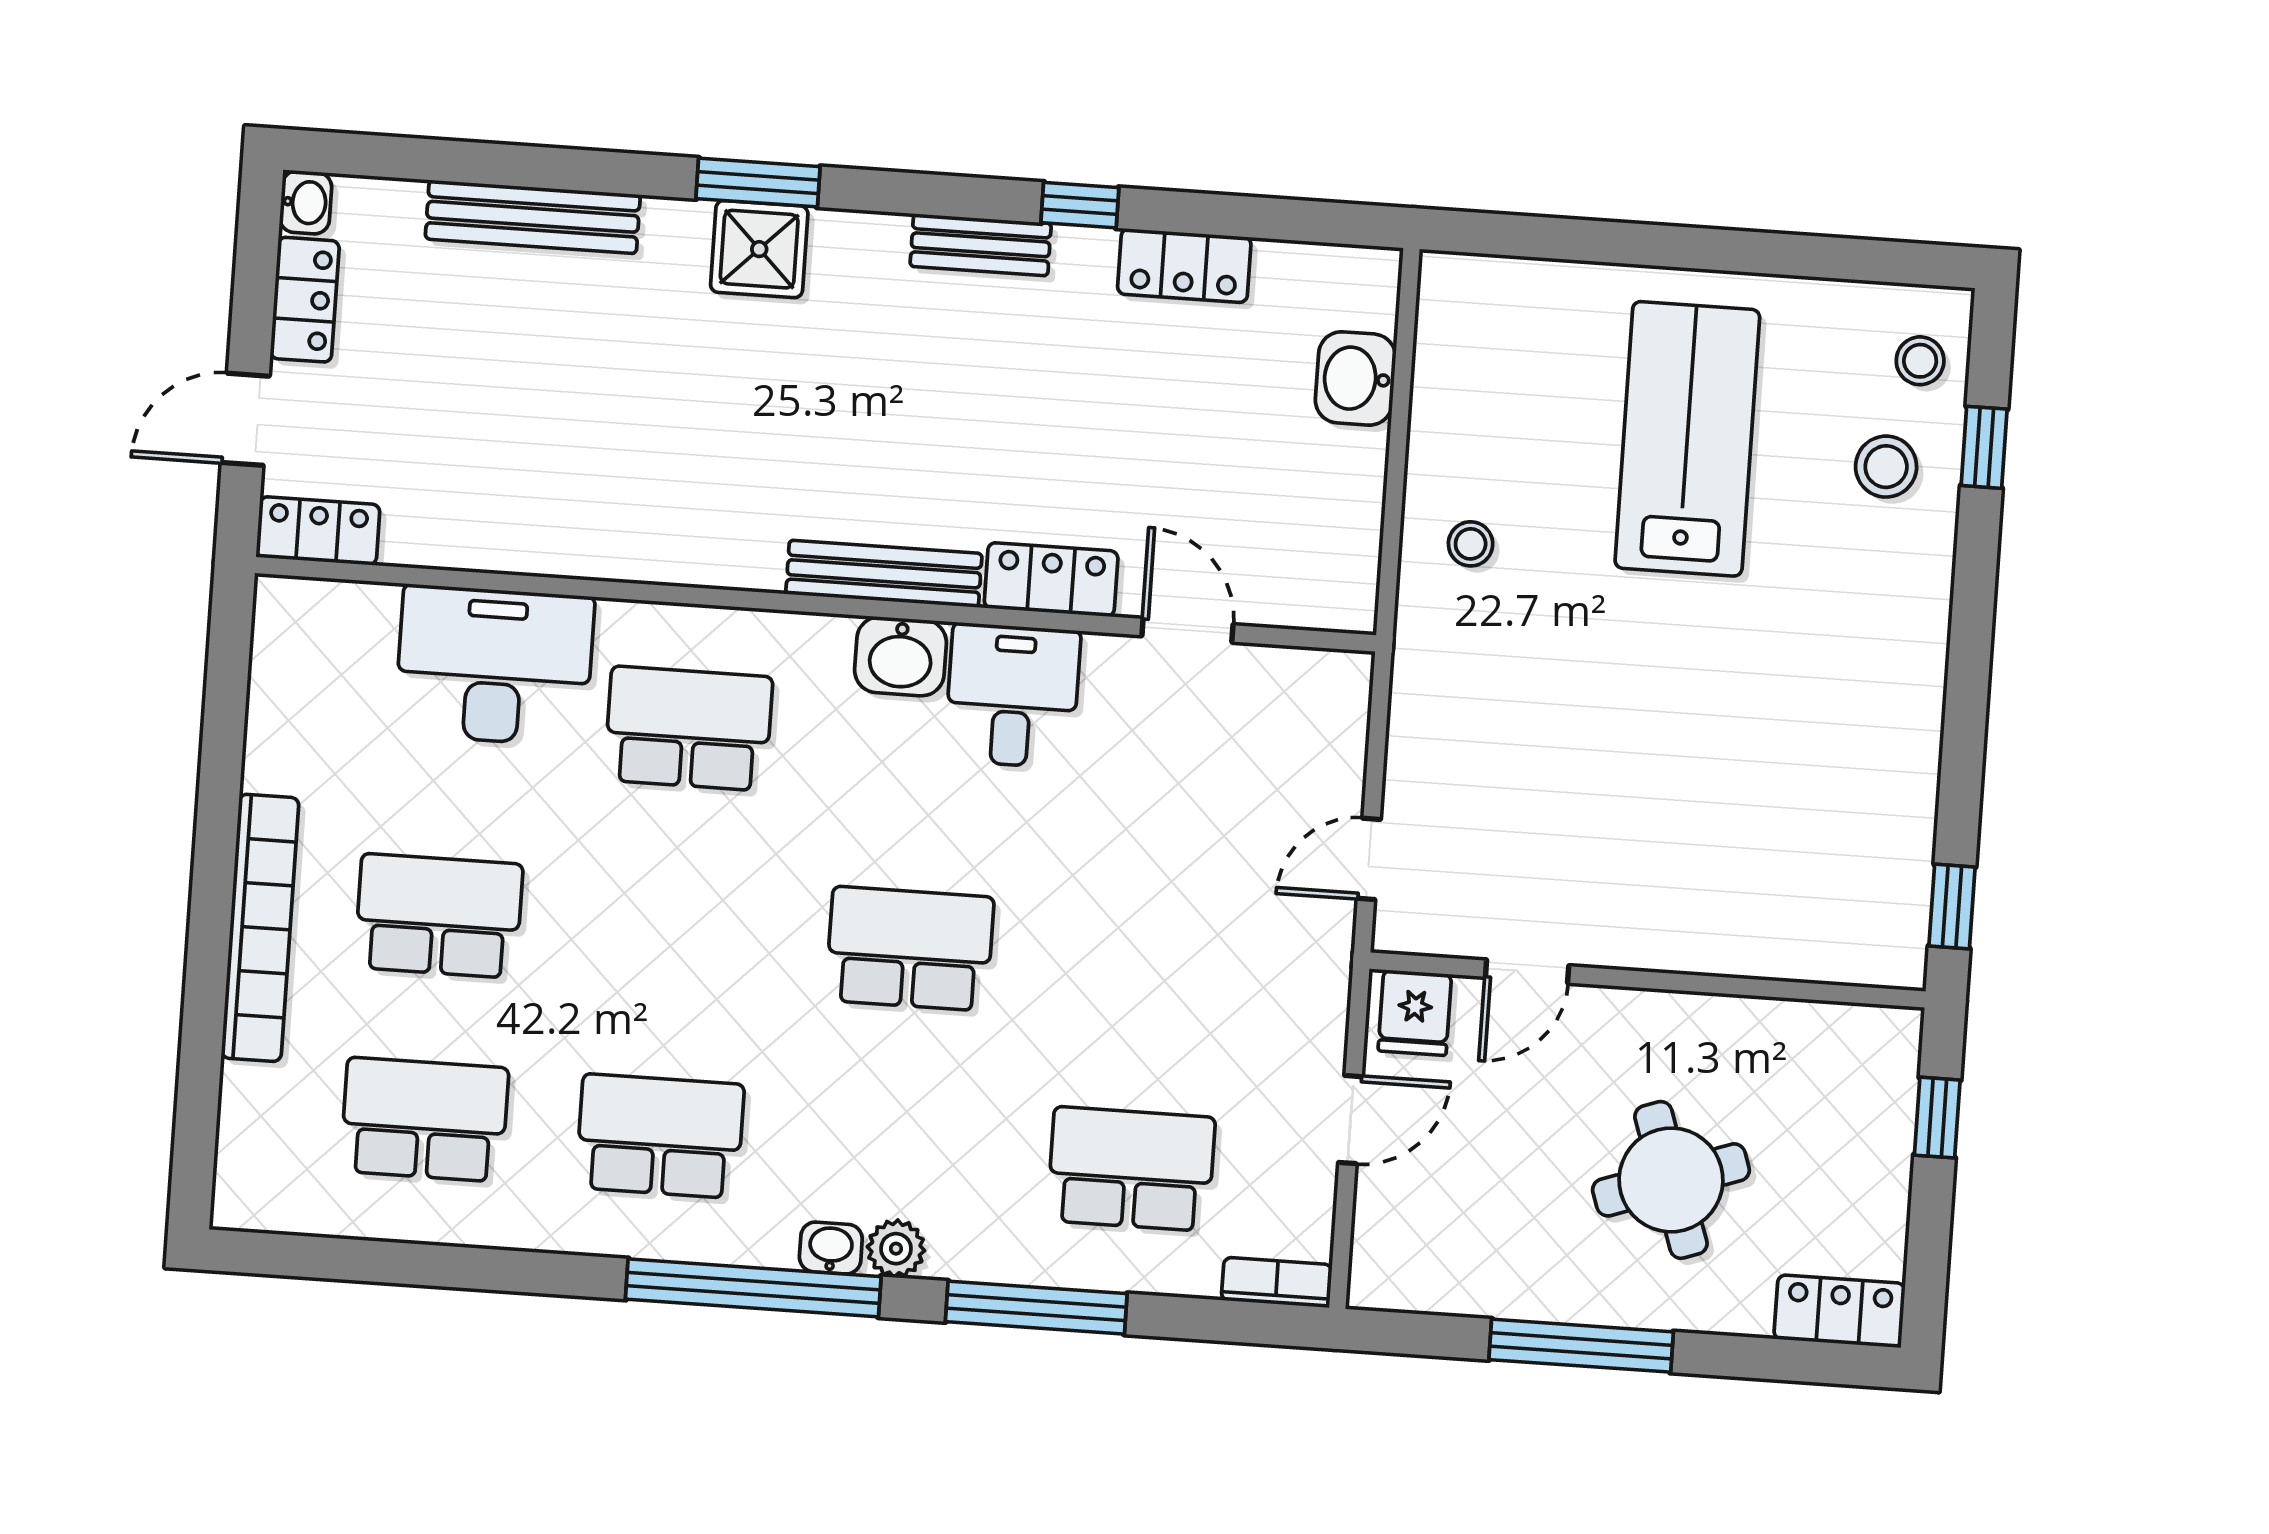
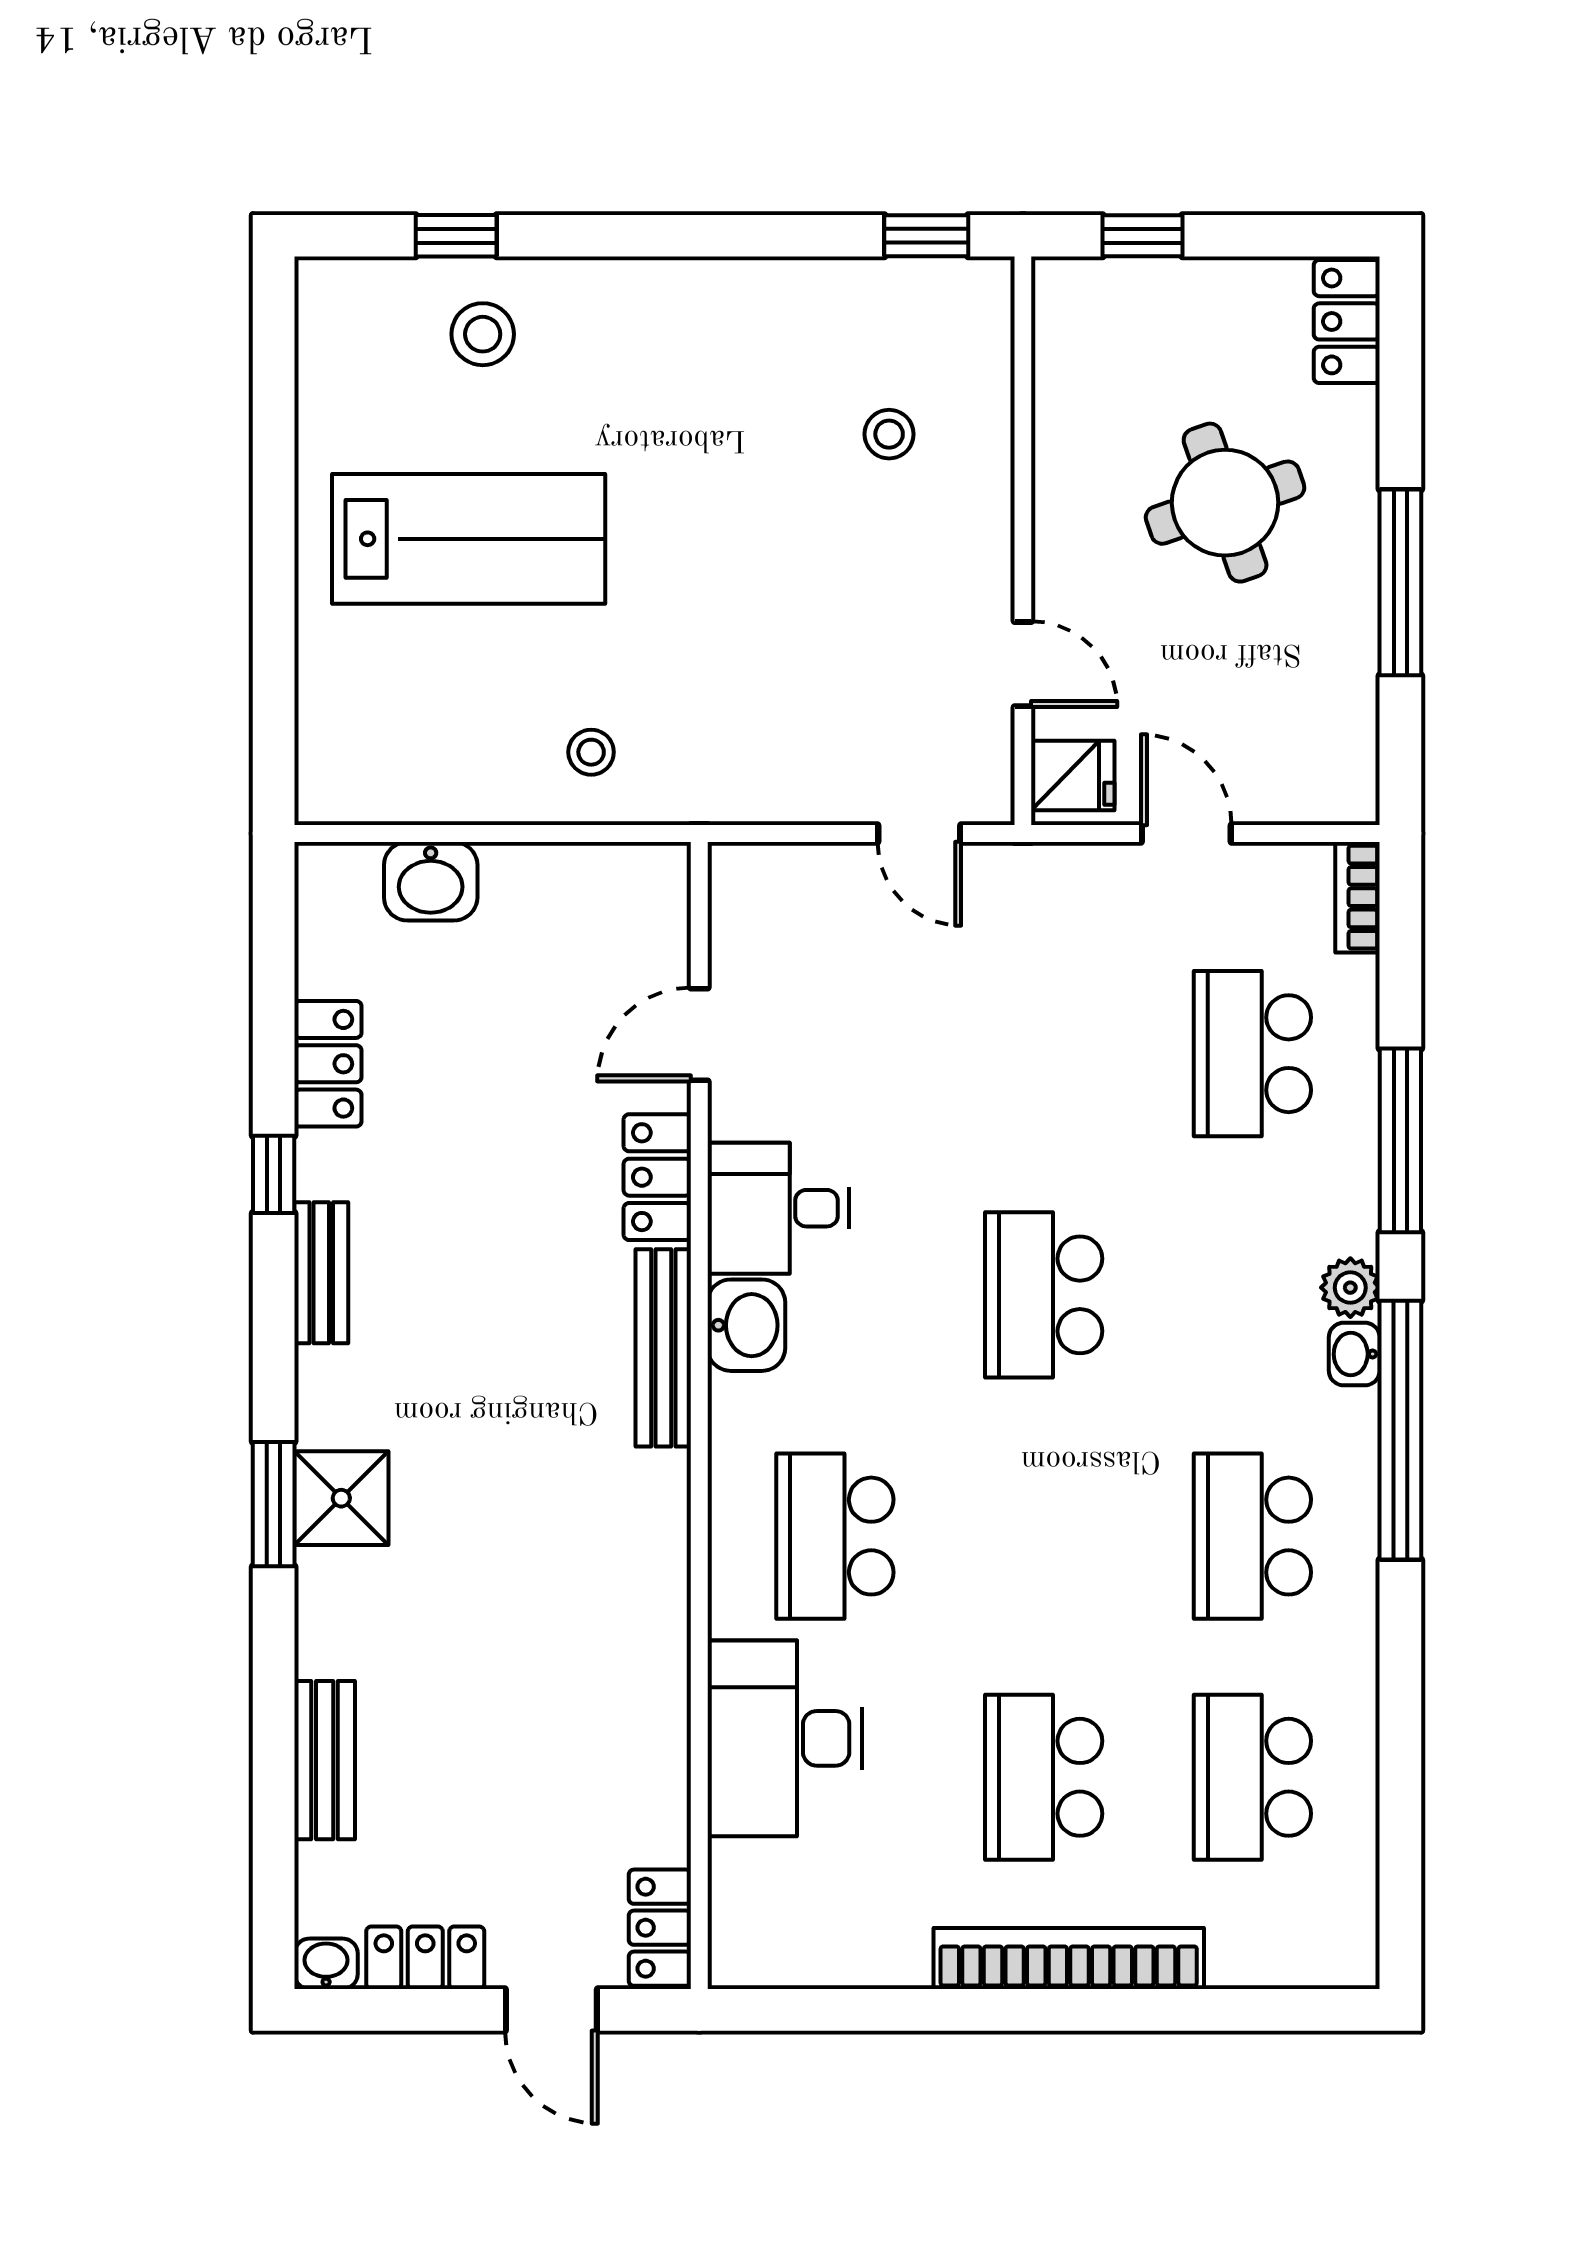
bench: (533, 217) -> (325, 1760), width x0.73
stool: (1920, 361) -> (889, 434), moved
lab bench: (1687, 439) -> (469, 539), turned 180

